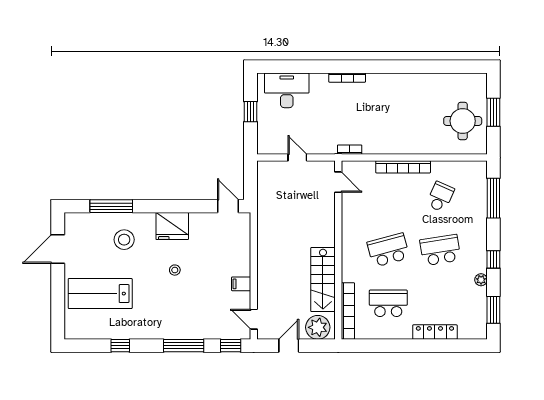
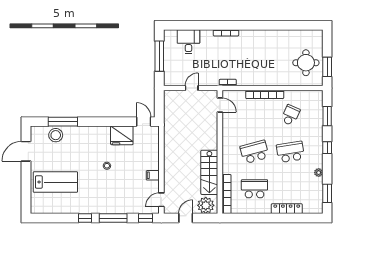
desk: (287, 90) -> (188, 42), width x0.73
window: (251, 112) -> (159, 56), width x2.17
window: (493, 112) -> (327, 67), moved
door: (297, 158) -> (192, 88), hinge flipped
window: (493, 198) -> (327, 116), width x0.69
fridge: (172, 226) -> (122, 135), moved
stool: (124, 240) -> (56, 135), moved
window: (493, 259) -> (327, 148), moved
lab bench: (100, 294) -> (55, 182), turned 180
door: (254, 319) -> (161, 200), hinge flipped
window: (120, 346) -> (85, 218), moved

